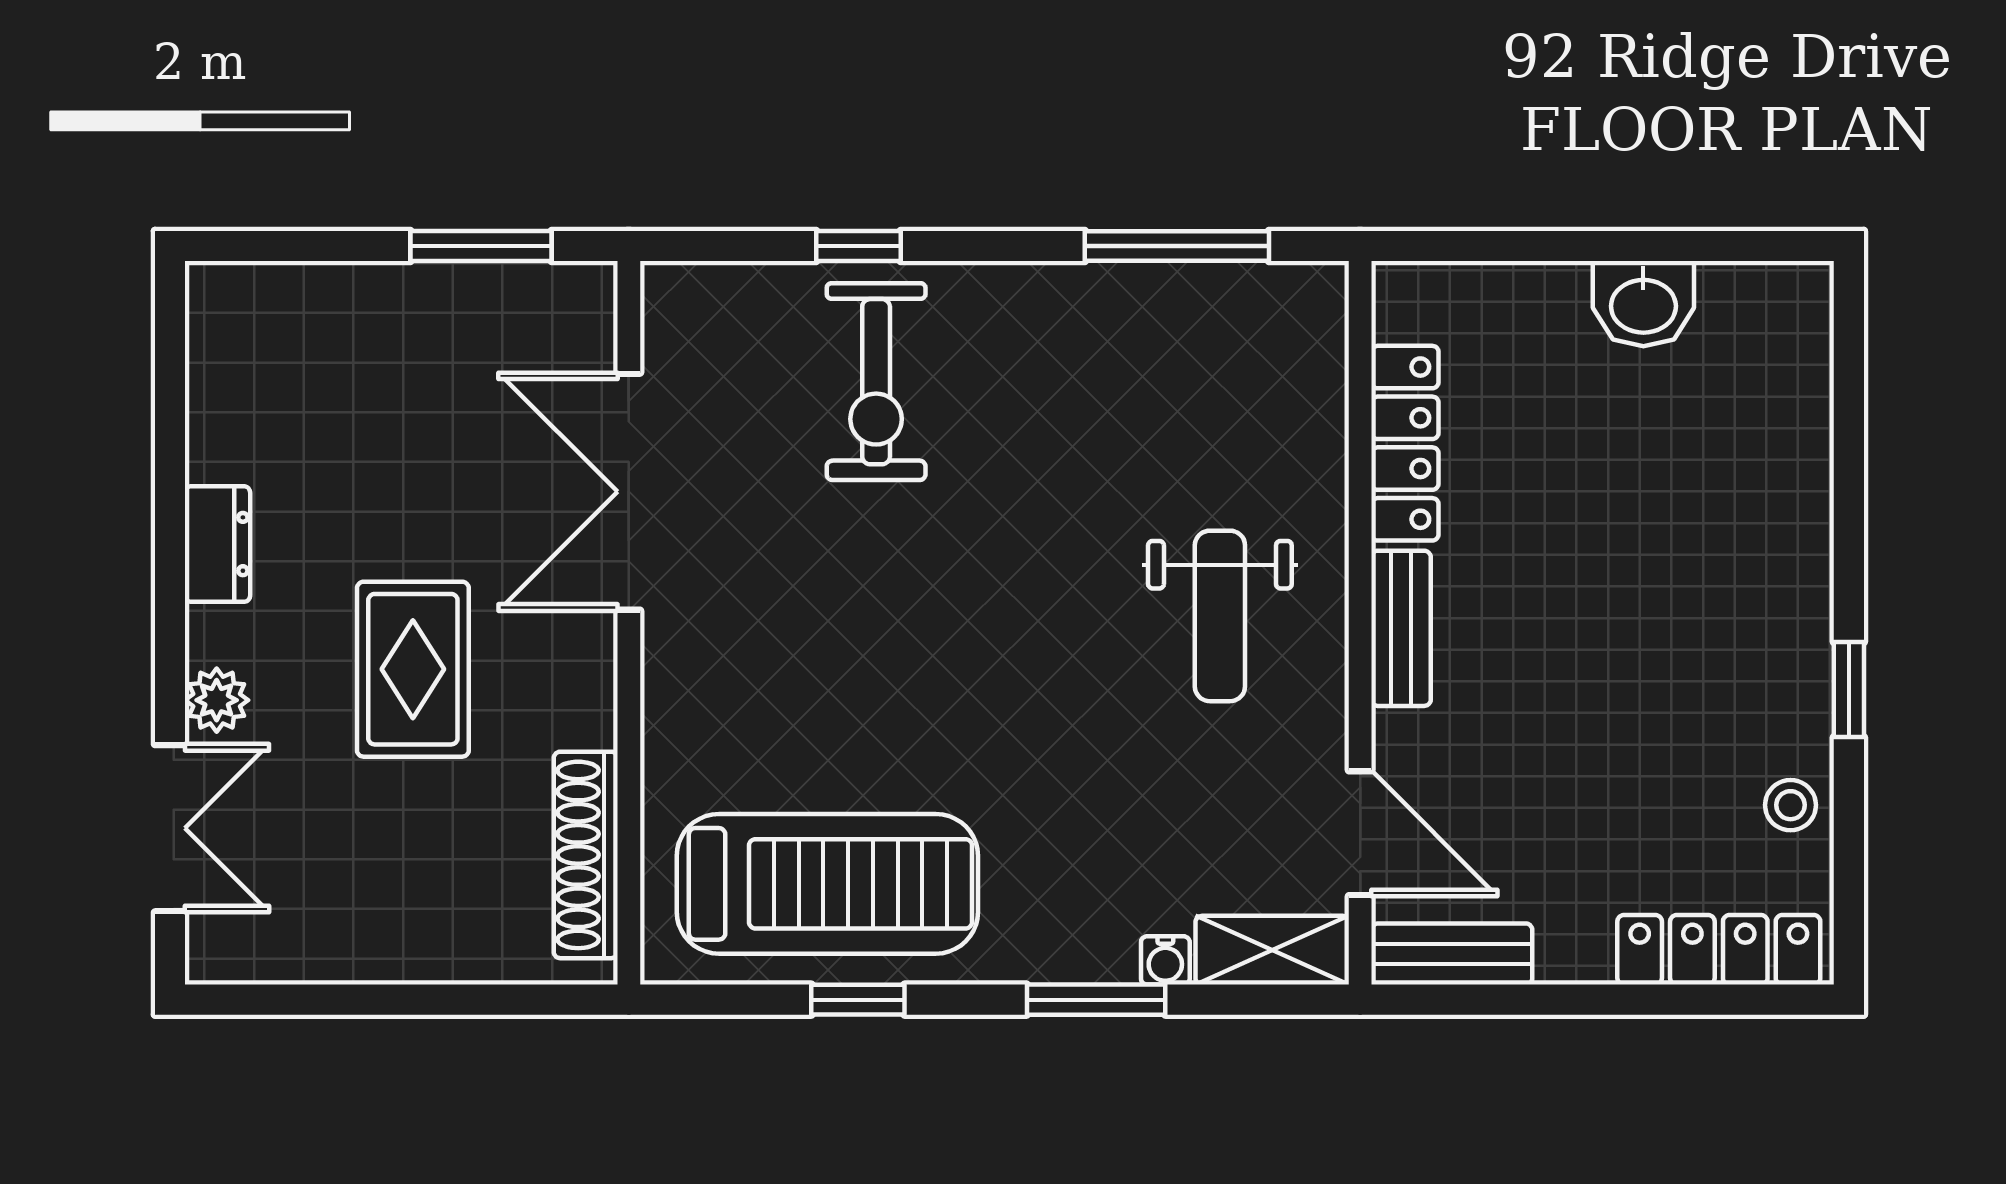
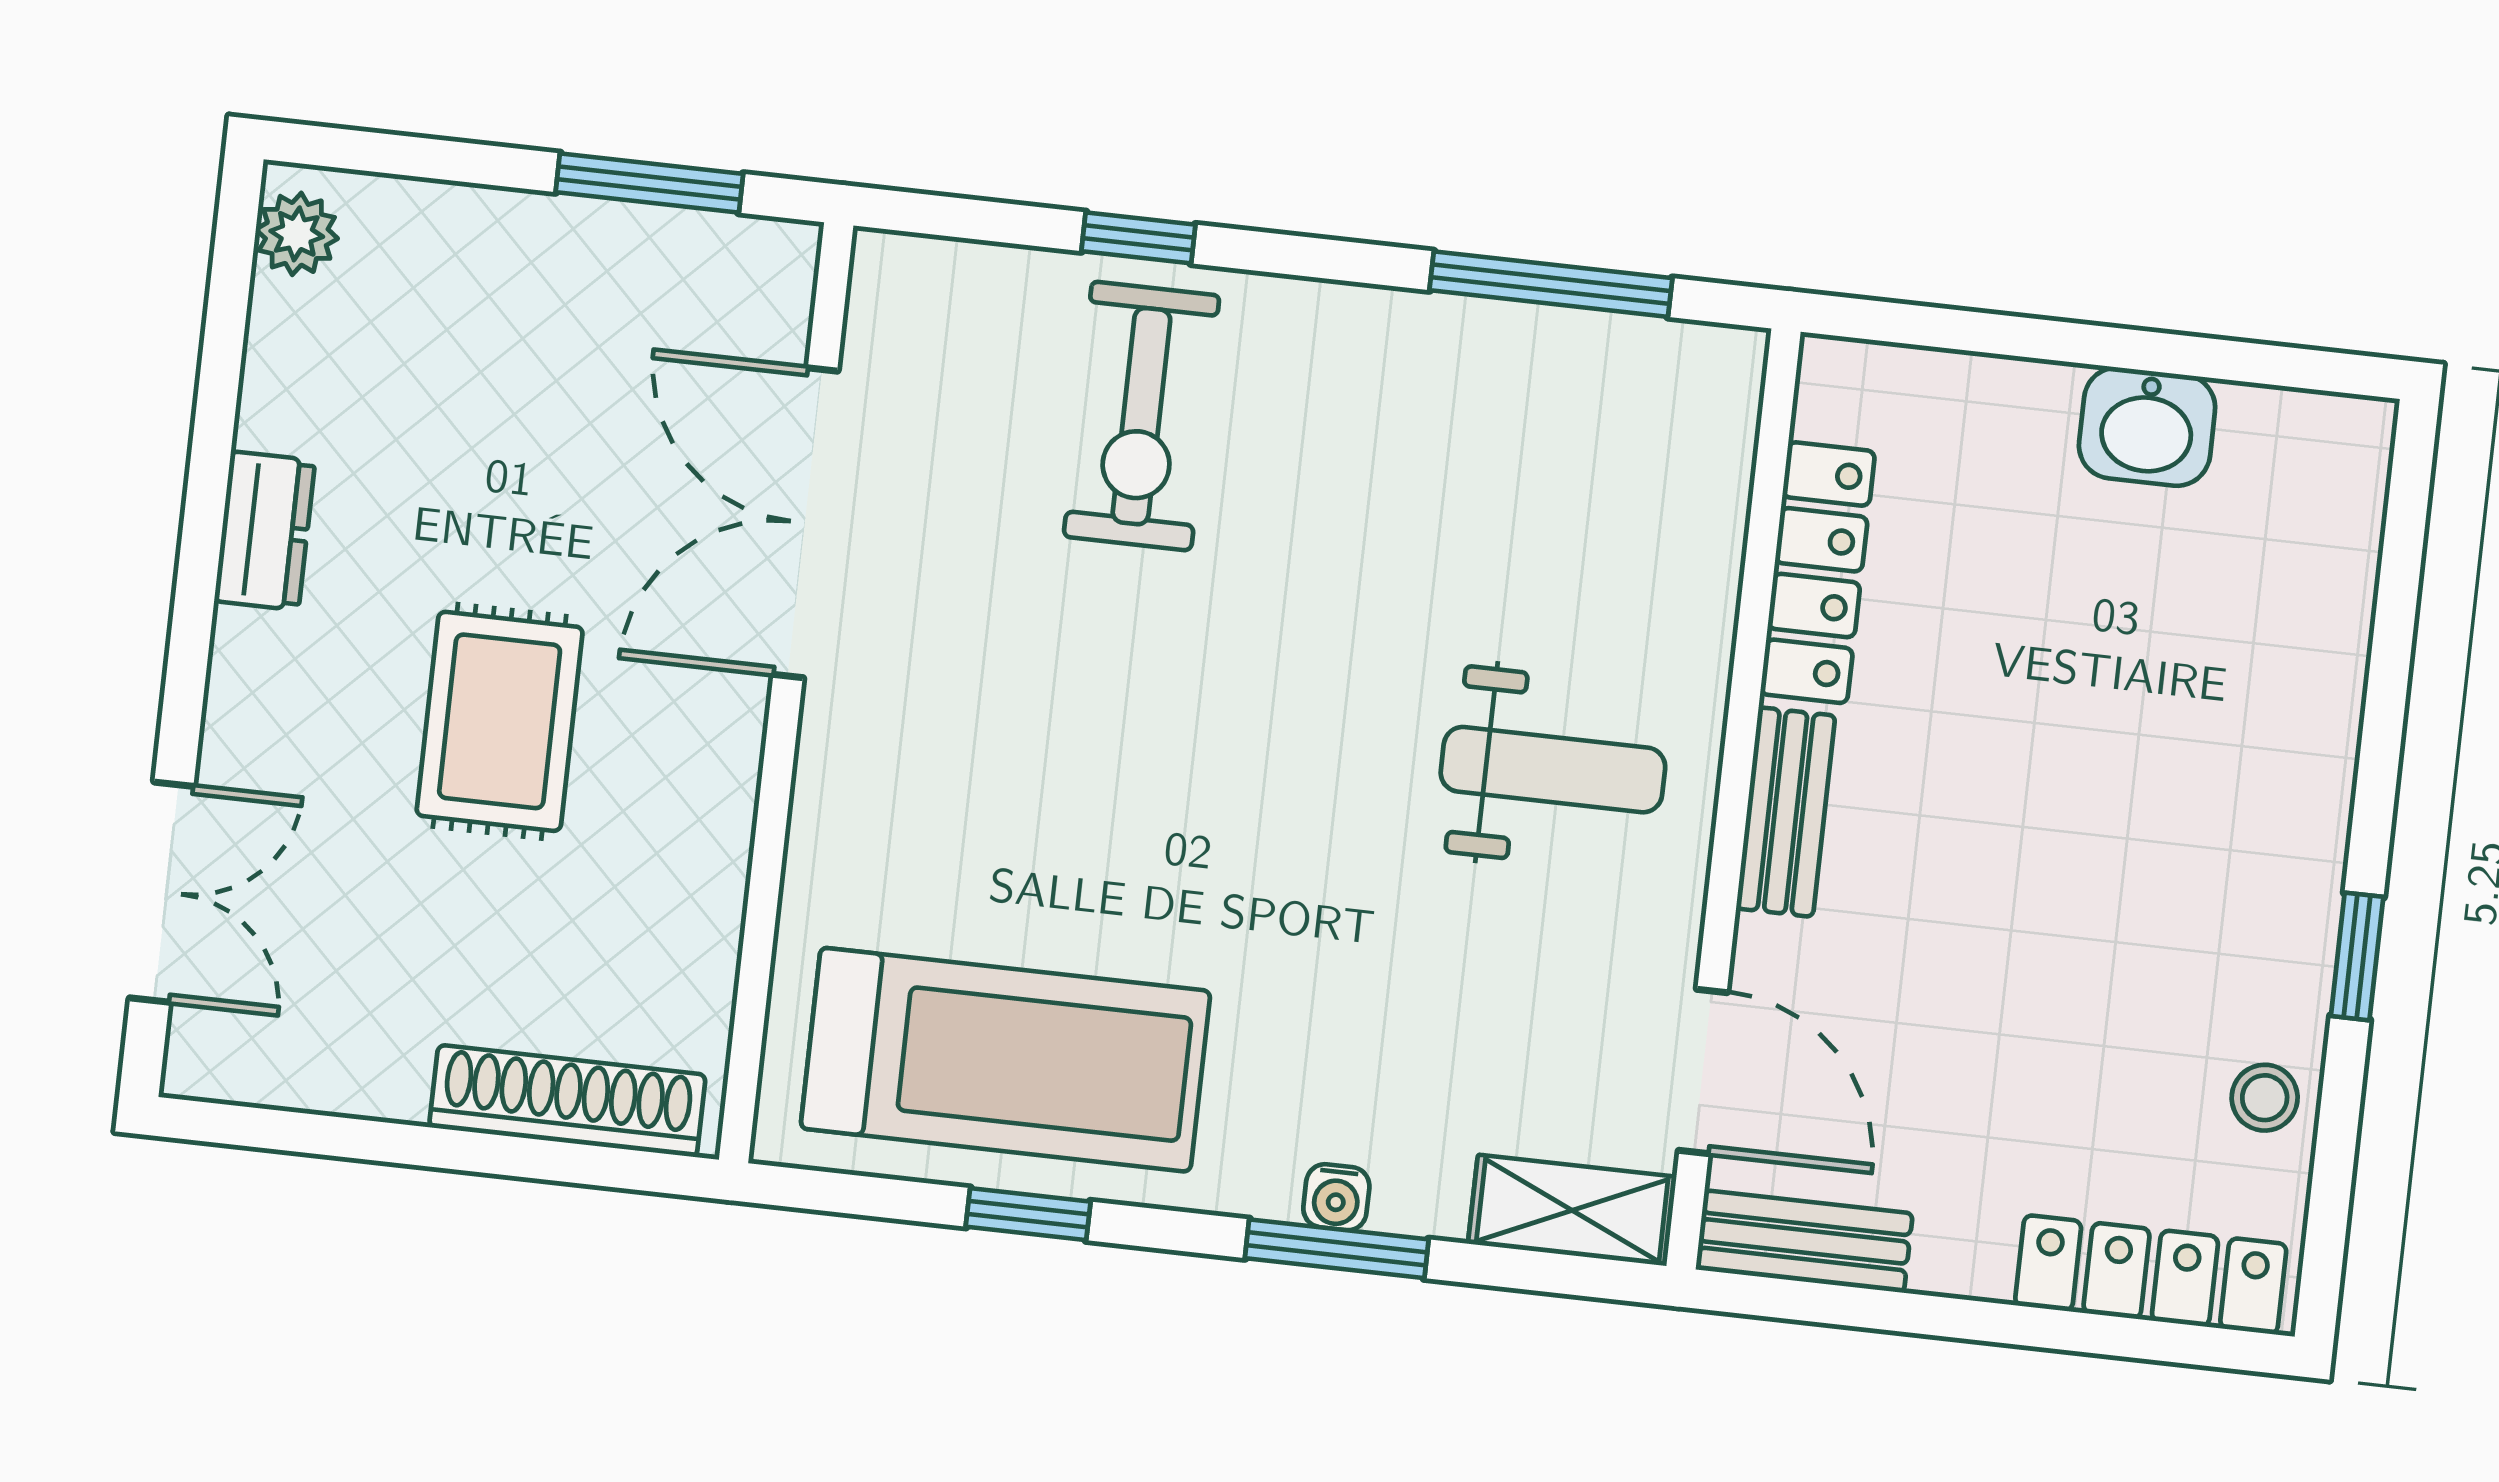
weight bench: (1220, 616) -> (1553, 770), turned -90
plant: (217, 700) -> (297, 234), moved
shoe rack: (586, 855) -> (567, 1101), moved, turned 90
water cooler: (1165, 960) -> (1336, 1197), moved

